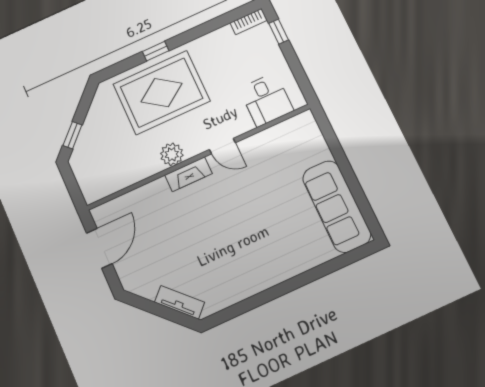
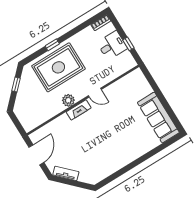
window: (279, 32) -> (128, 44), moved
desk: (266, 100) -> (112, 45), moved, turned -90
window: (72, 135) -> (16, 85), moved
tv unit: (180, 302) -> (66, 173), moved

